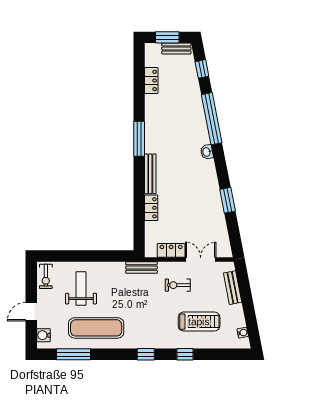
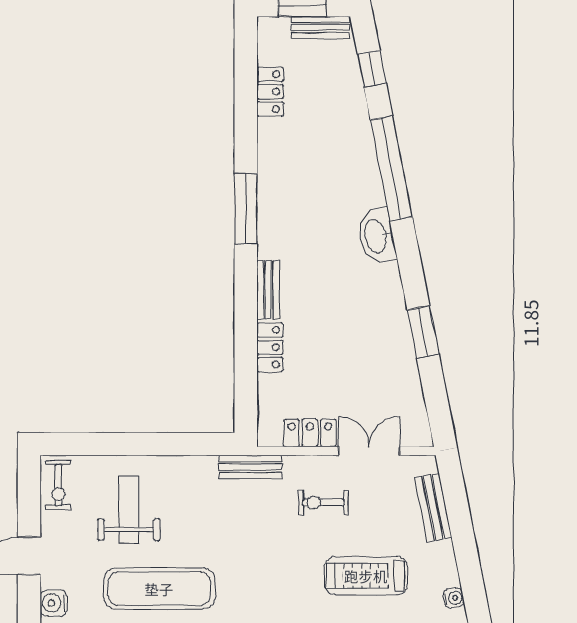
washbasin: (207, 152) -> (377, 236), width x1.91, depth x1.45
bench: (150, 174) -> (268, 290), width x0.73
treadmill: (199, 322) -> (366, 576), turned 180

